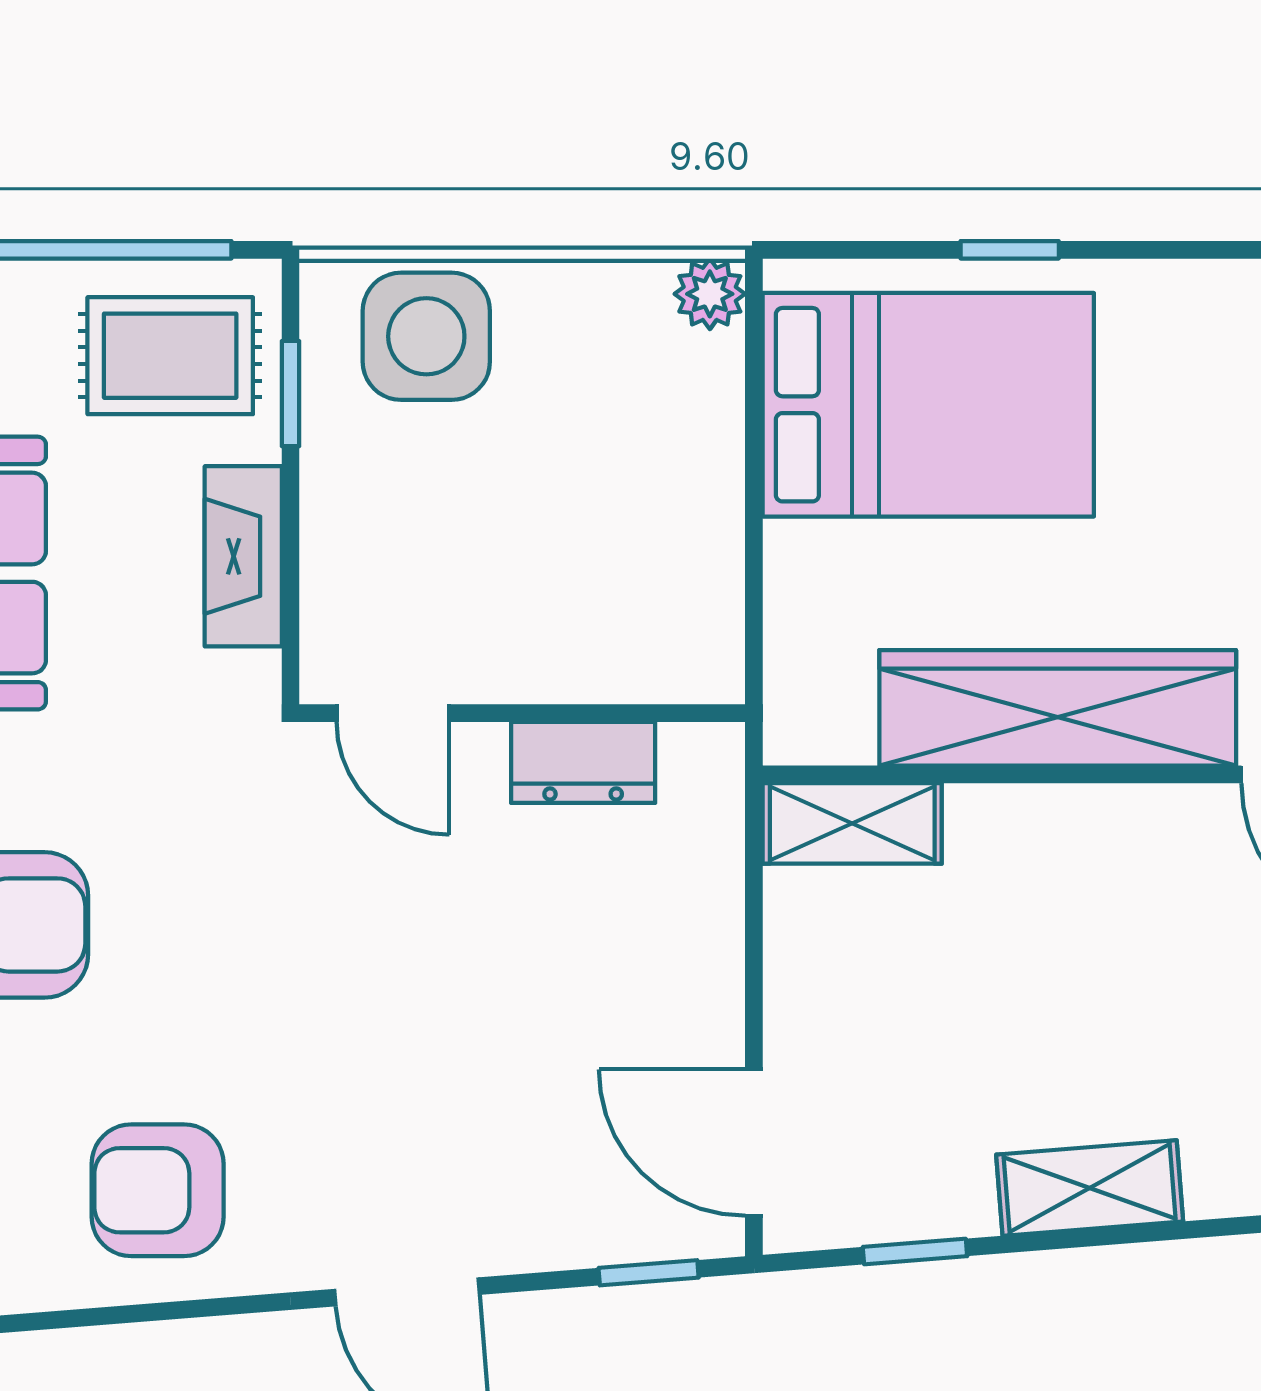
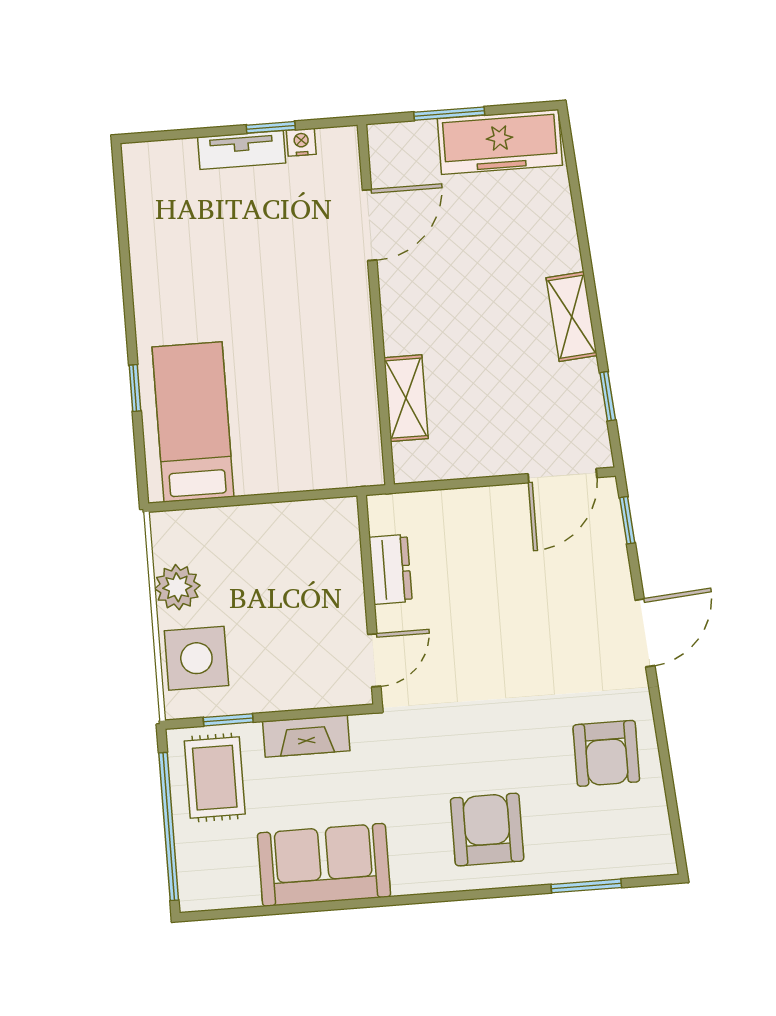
plant: (710, 294) -> (177, 587), moved, width x1.38, depth x1.38
bed: (928, 405) -> (193, 422), width x0.67
wardrobe: (1058, 708) -> (348, 349), removed
shelving: (852, 823) -> (406, 398), moved

